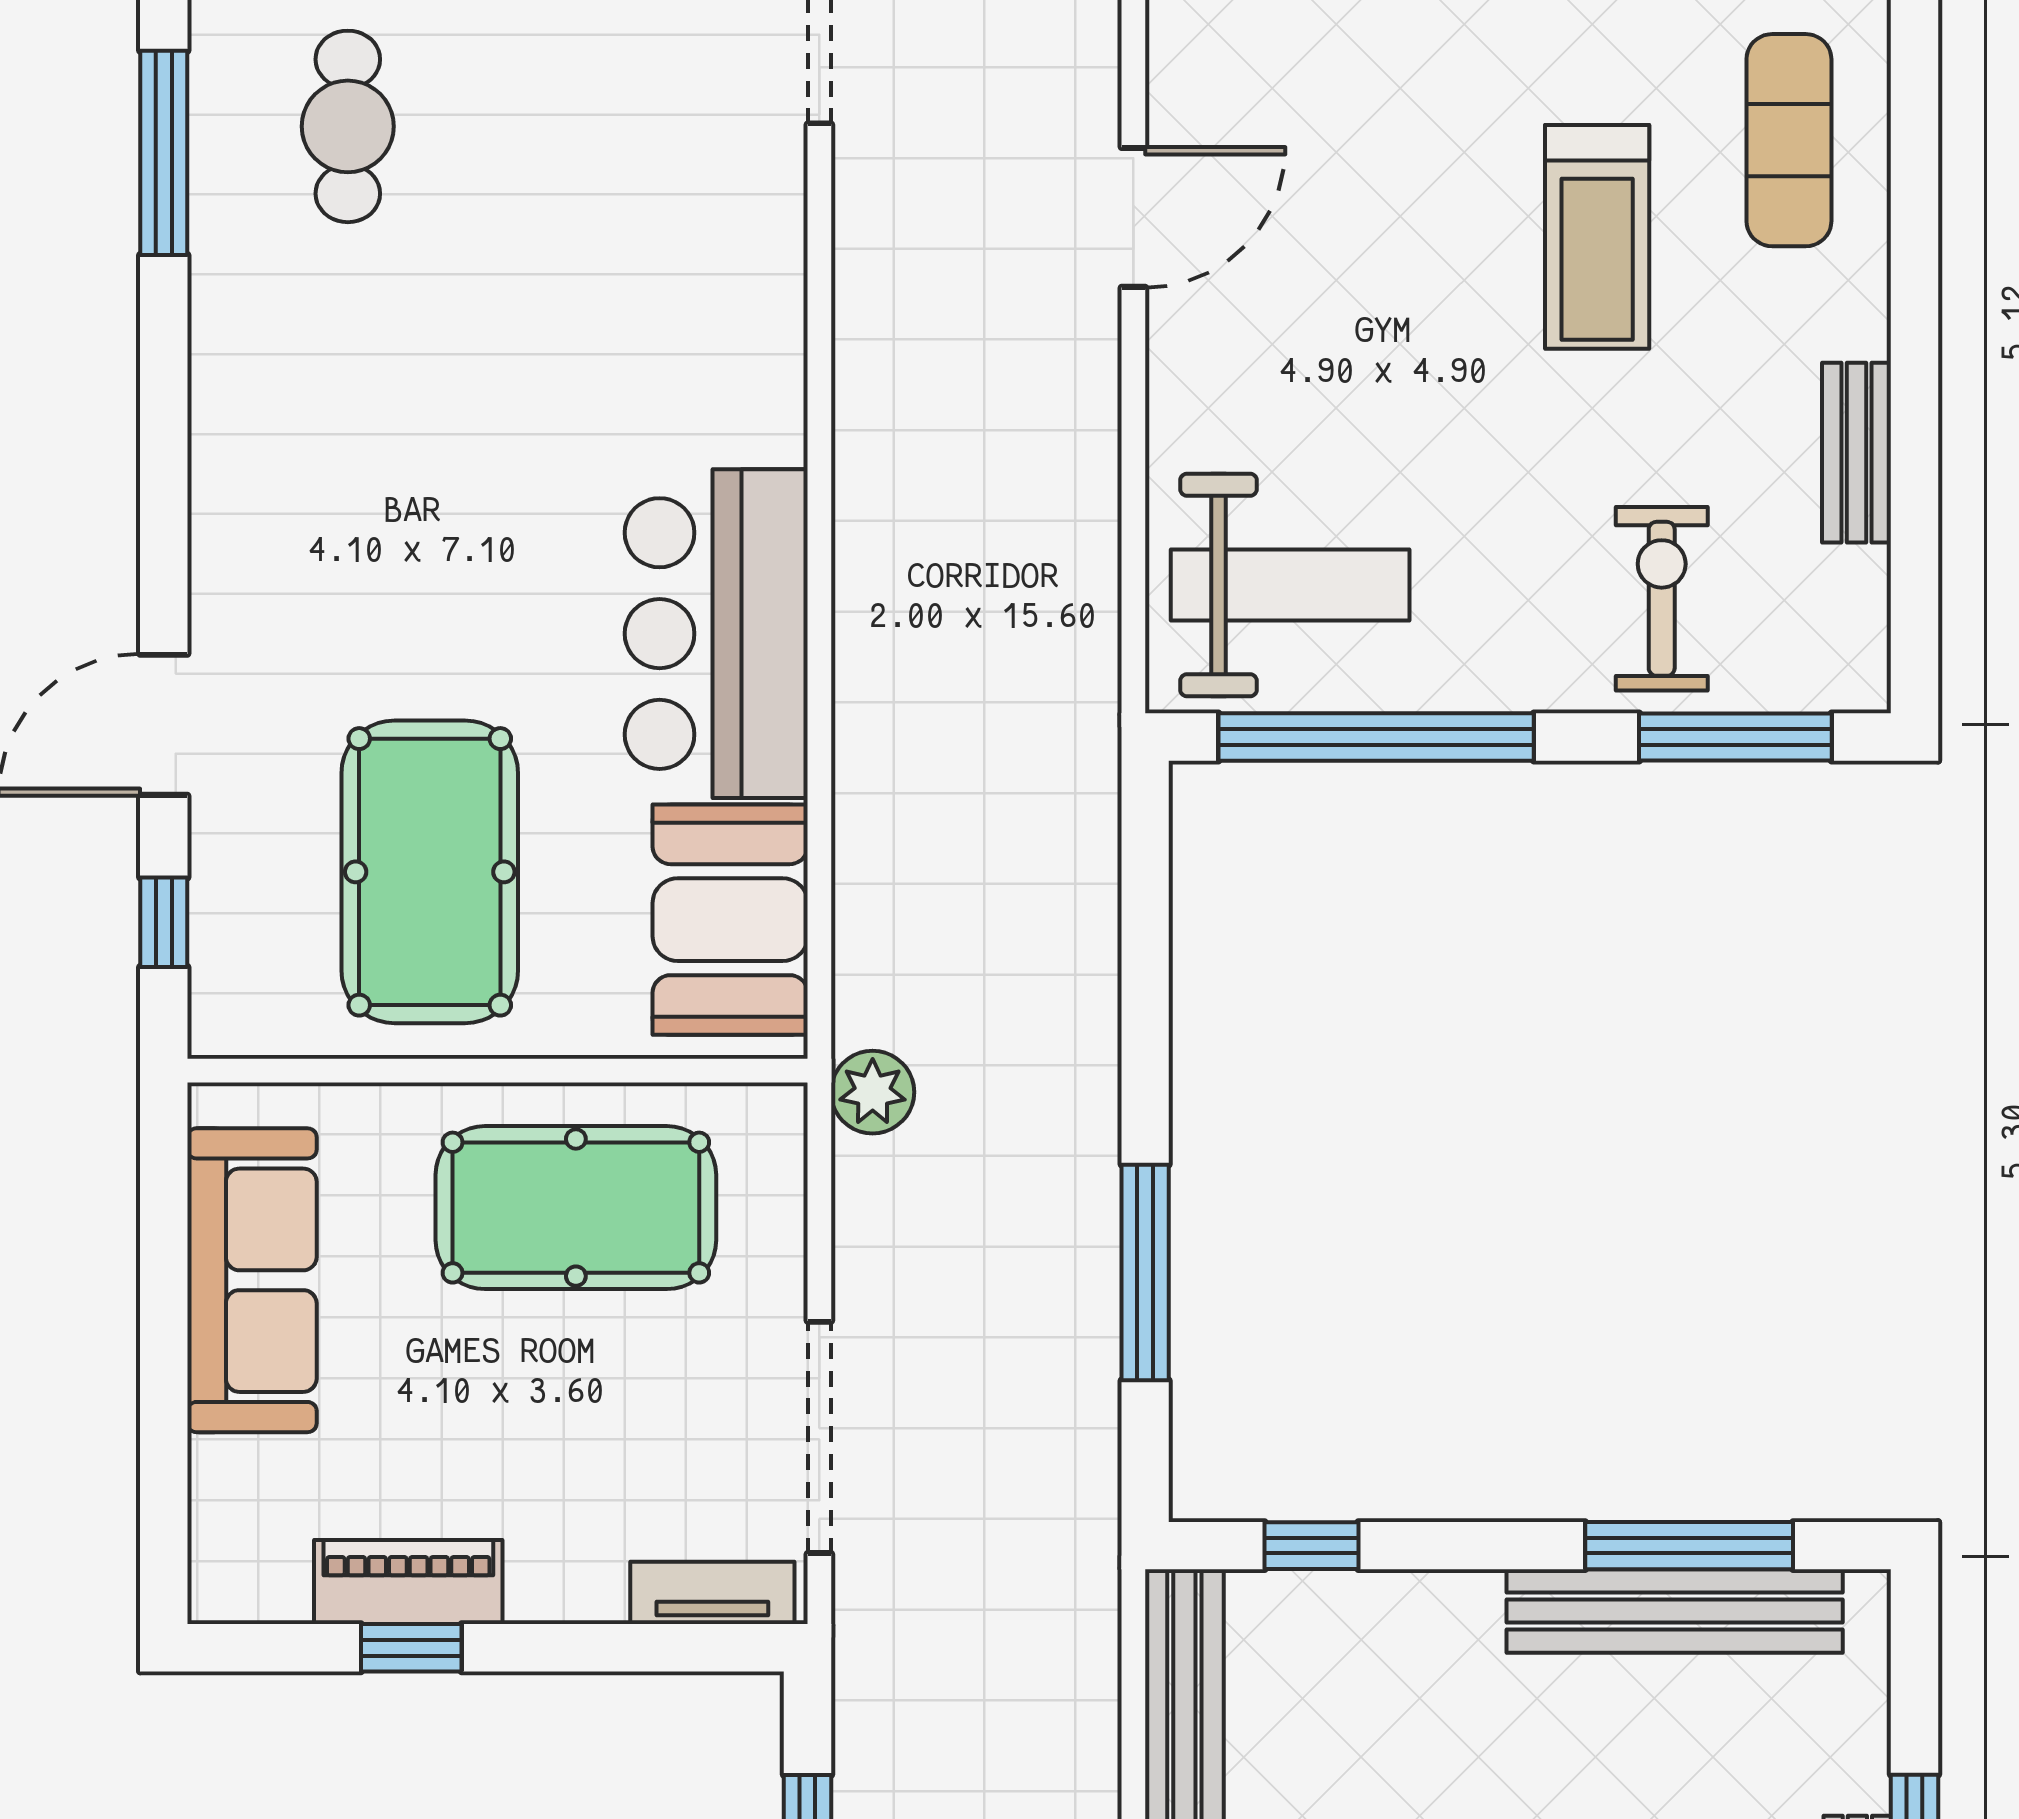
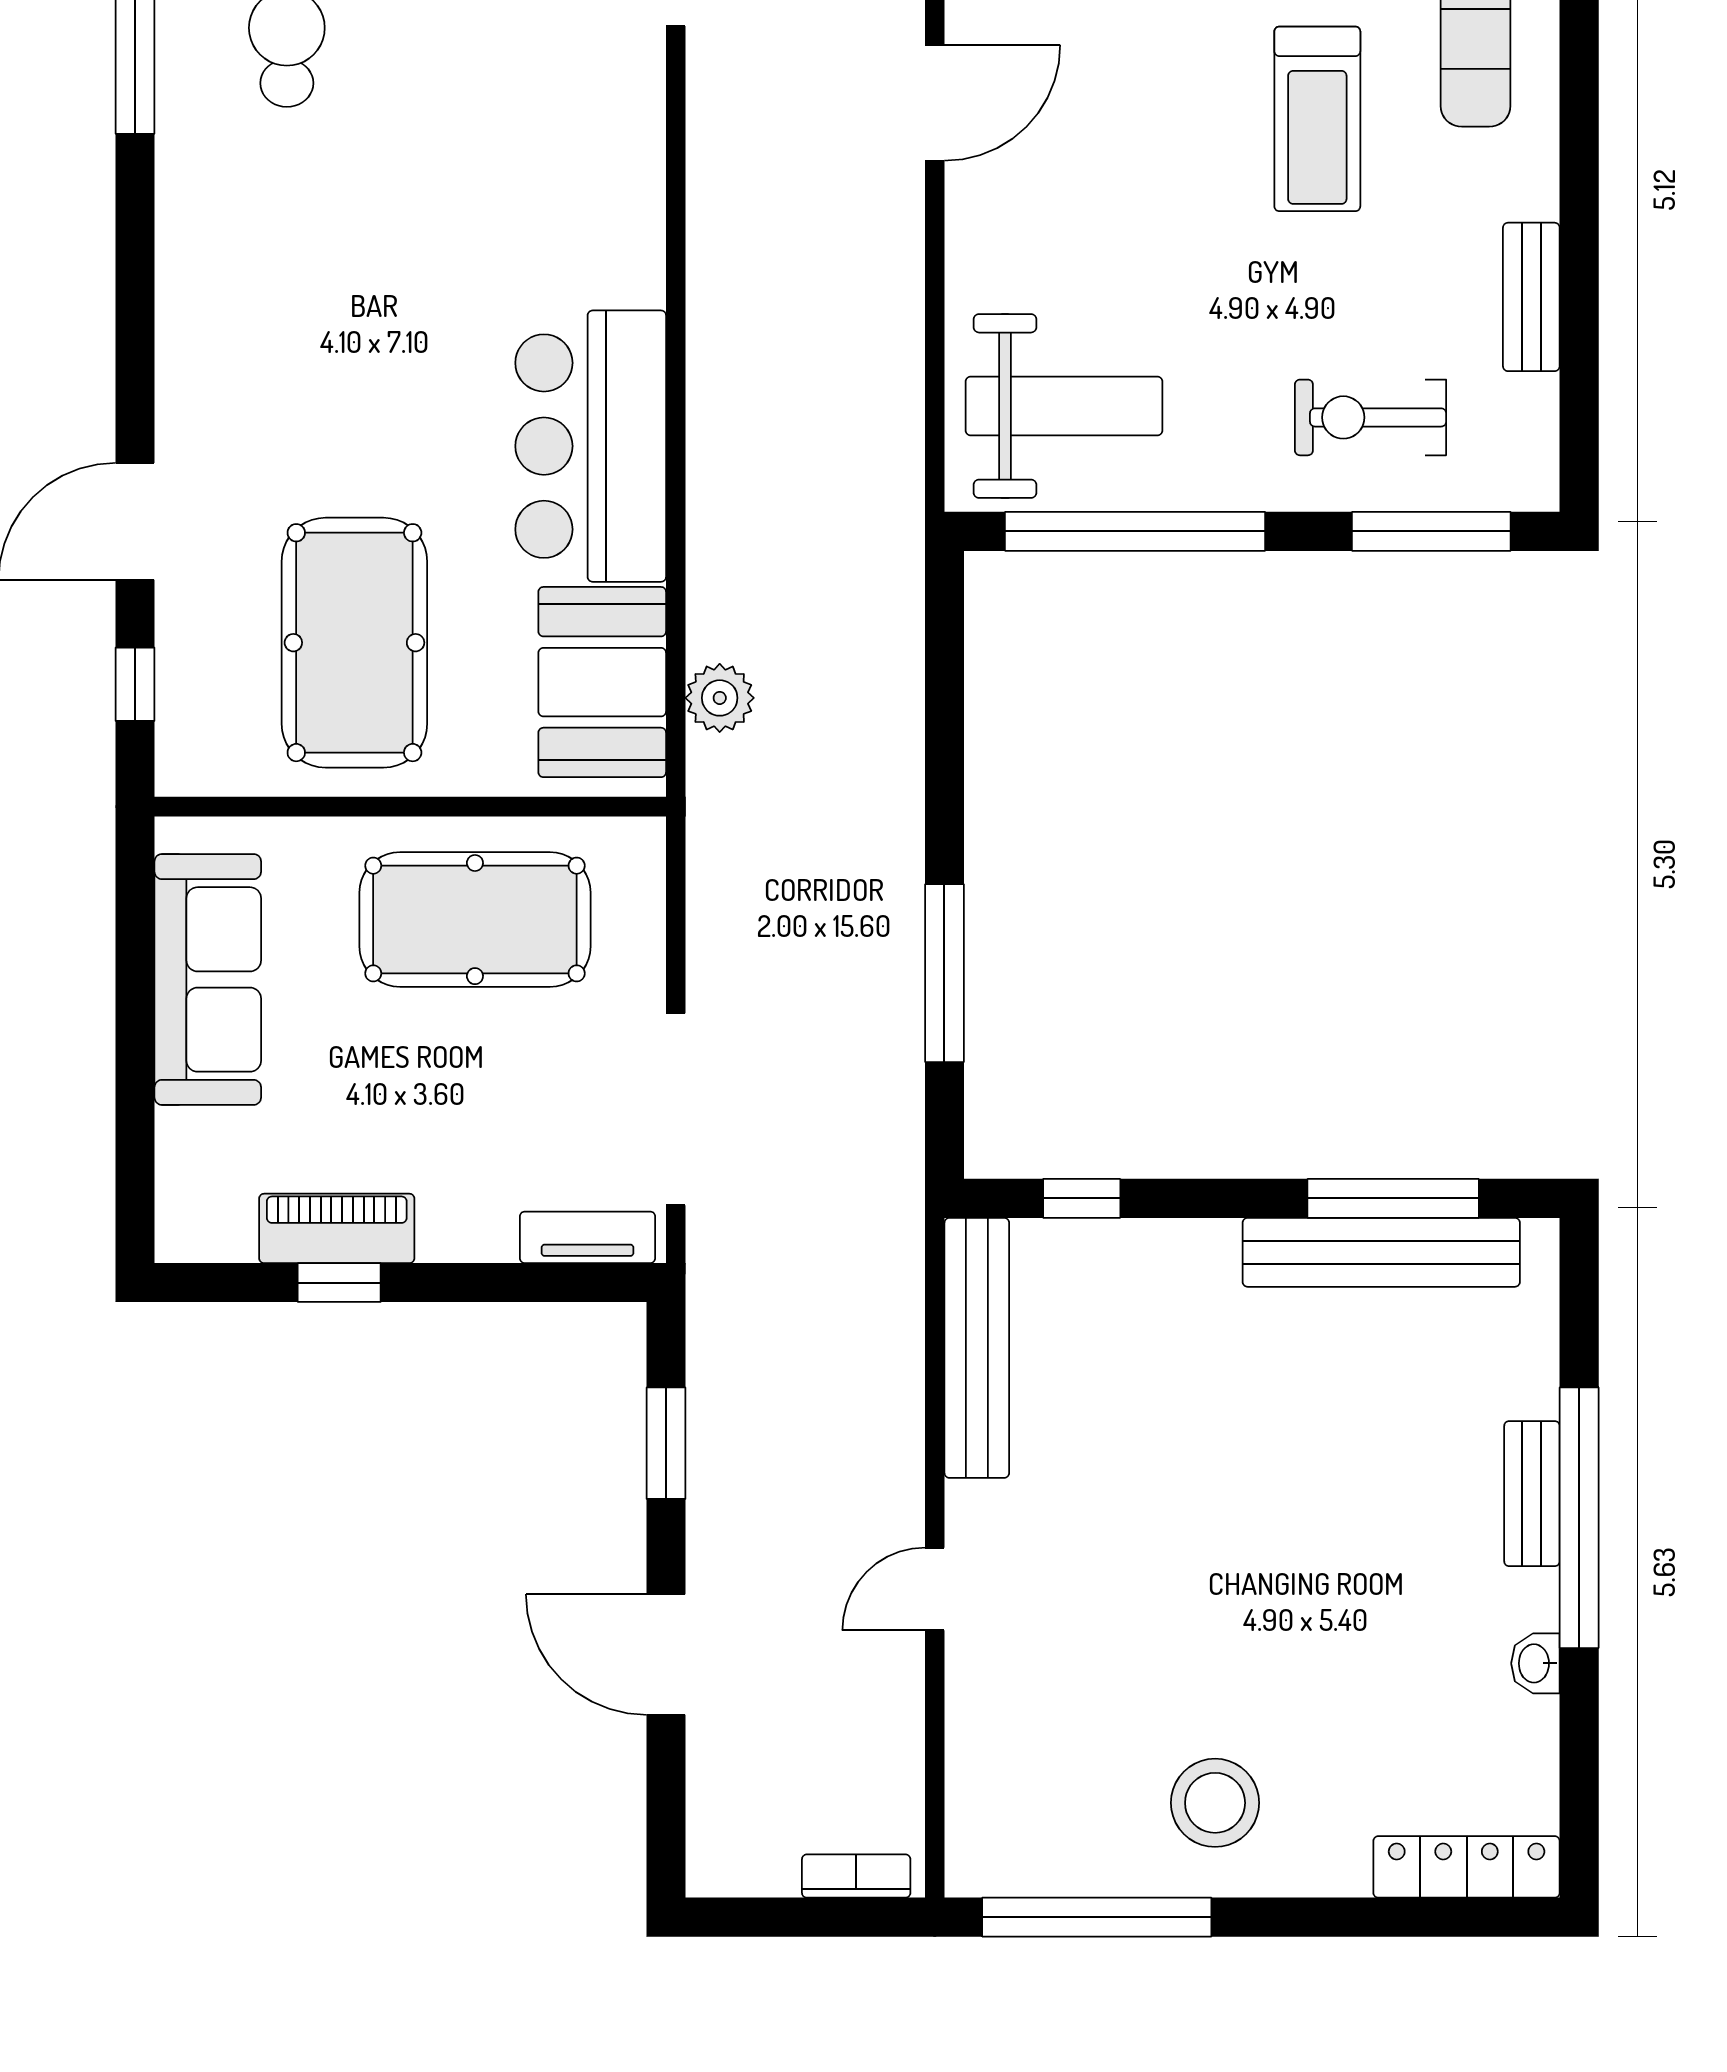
exercise bike: (1662, 599) -> (1371, 417), turned -90
plant: (873, 1092) -> (720, 698), moved

